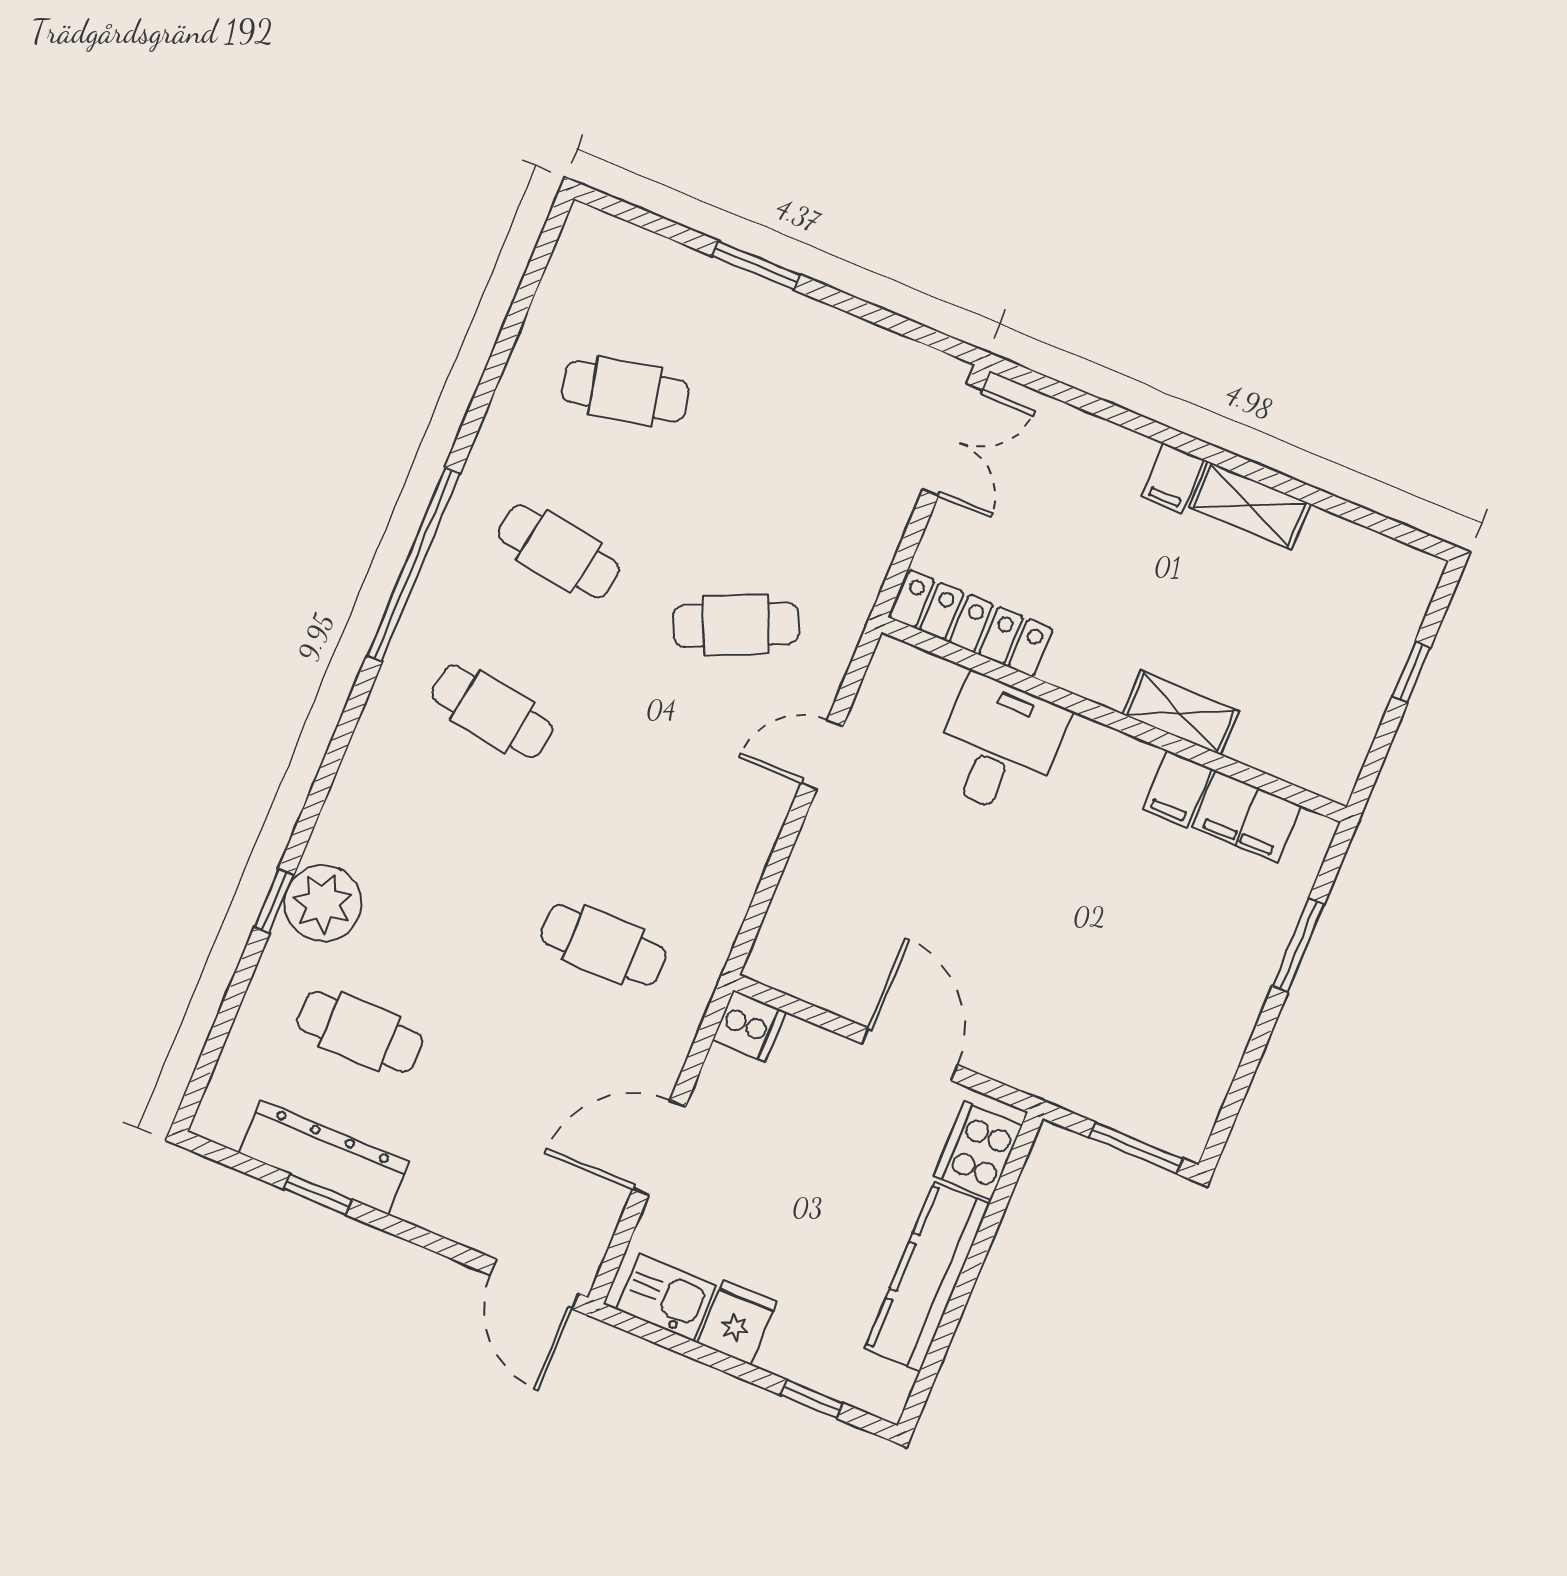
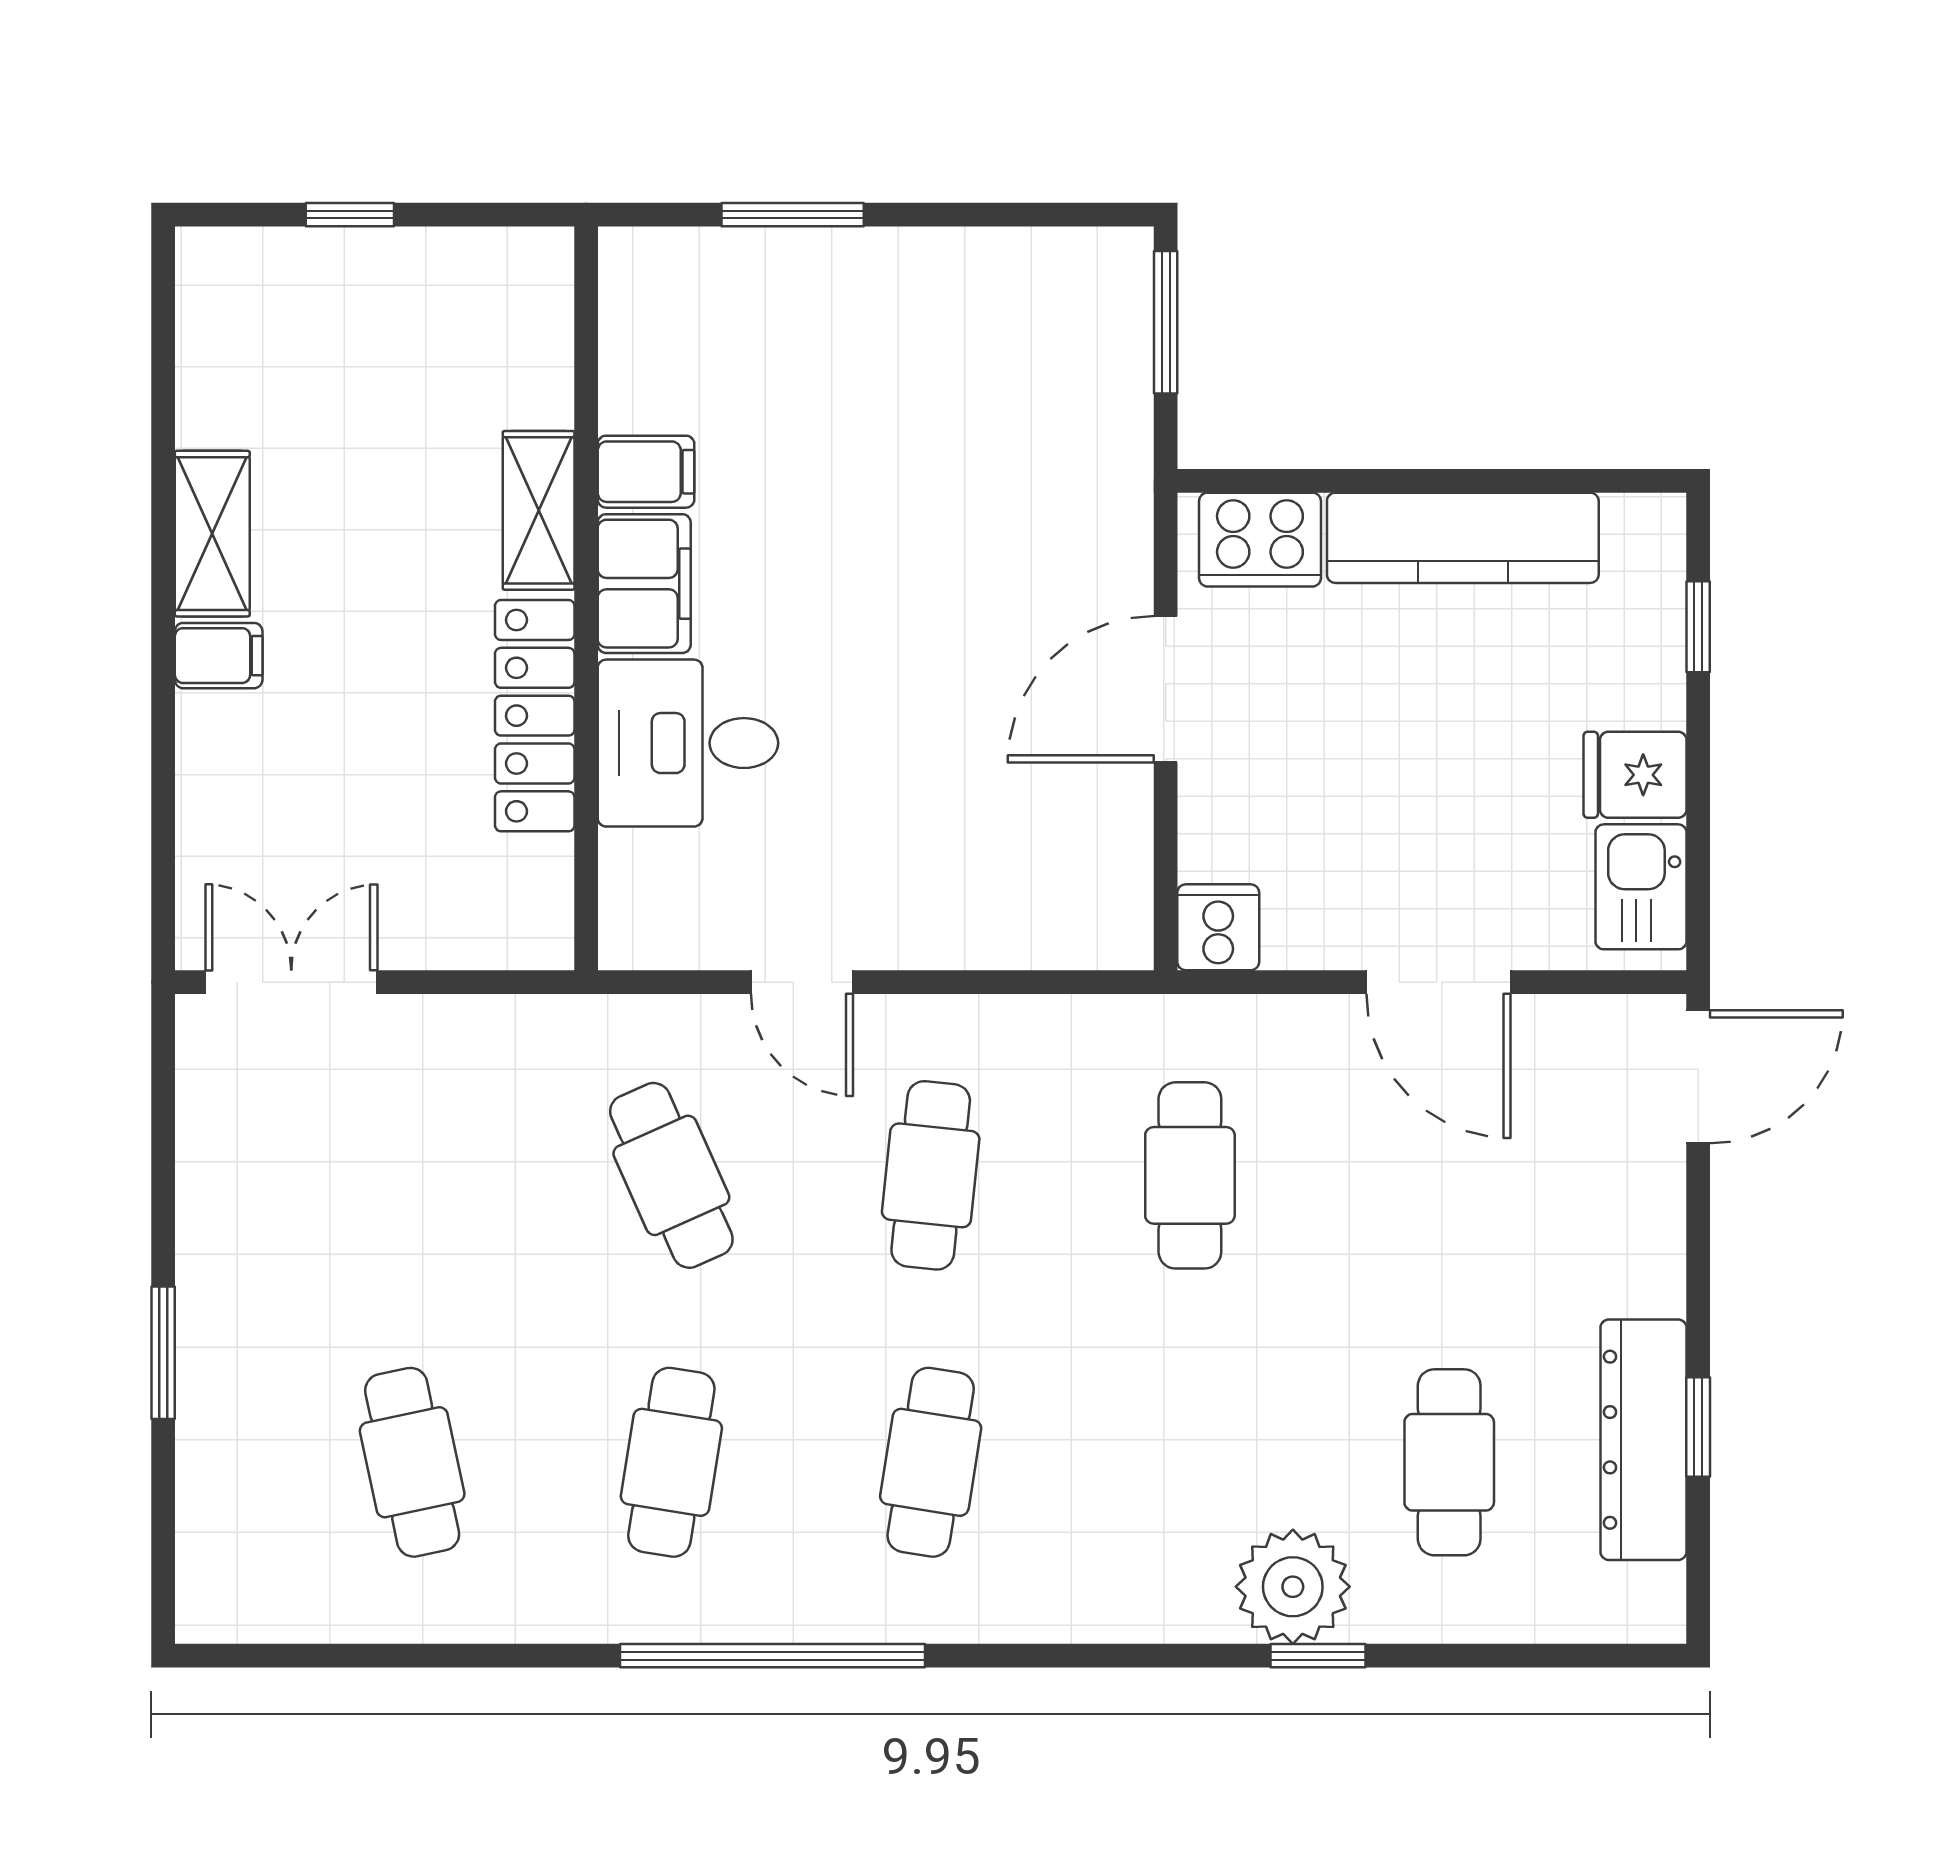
locker: (971, 623) -> (535, 716), moved
cafe table: (670, 785) -> (931, 1175), added
filing cabinet: (1247, 817) -> (644, 584), moved

